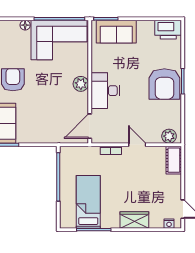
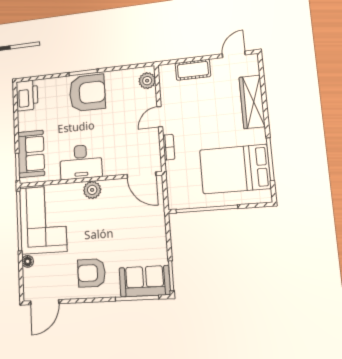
desk: (105, 91) -> (81, 162), moved
cot: (174, 160) -> (193, 70), moved
bed: (88, 202) -> (235, 169), width x1.50
wardrobe: (134, 220) -> (252, 102), width x1.50
nightstand: (169, 224) -> (253, 68), removed

